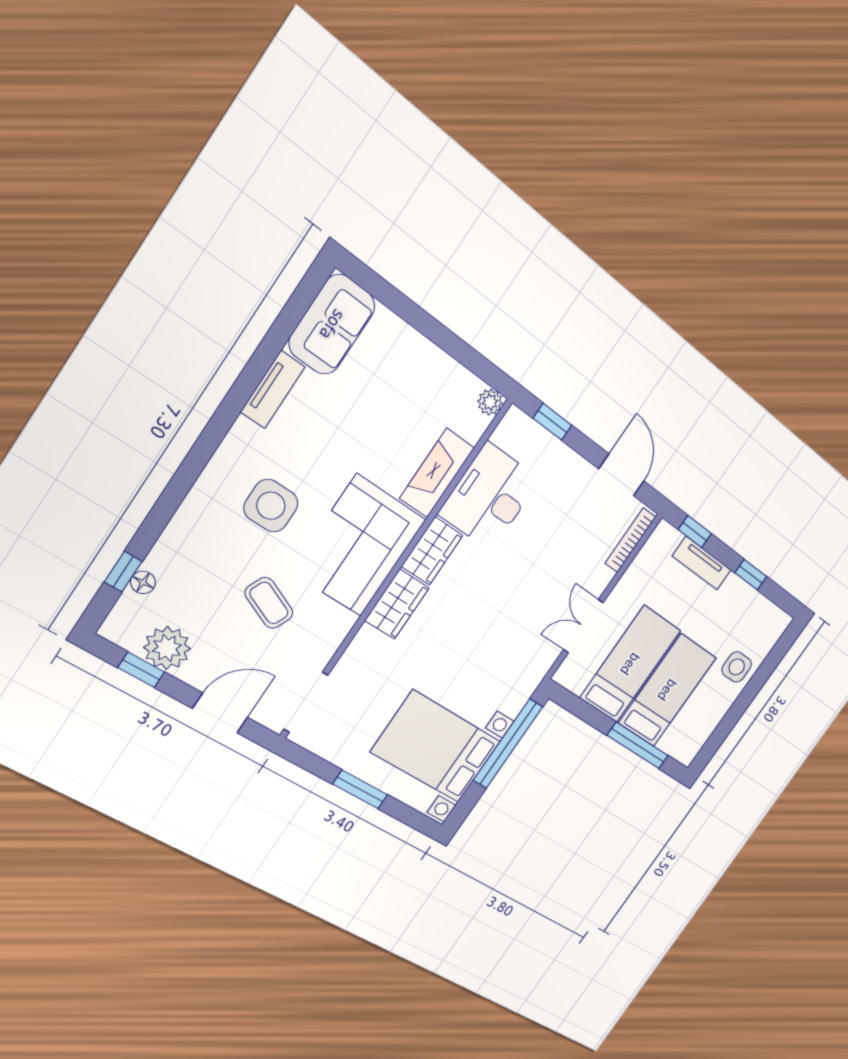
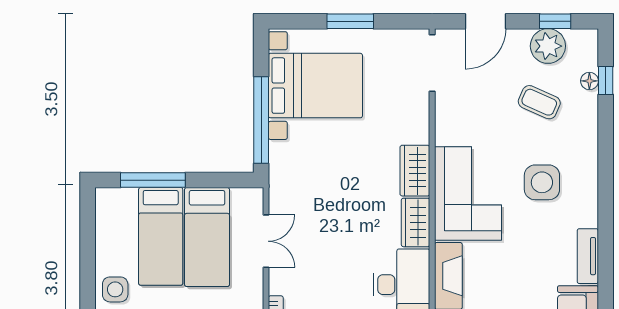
coffee table: (269, 603) -> (539, 102), moved

